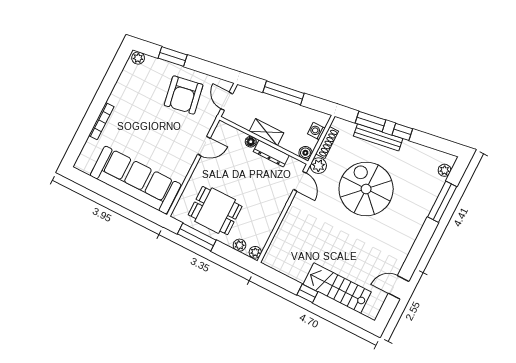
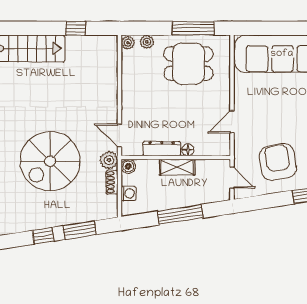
bench: (378, 137) -> (64, 218), removed
shoe rack: (327, 143) -> (112, 182), width x0.70
spiral stairs: (366, 189) -> (50, 161), turned 90
window: (307, 293) -> (76, 28), moved

